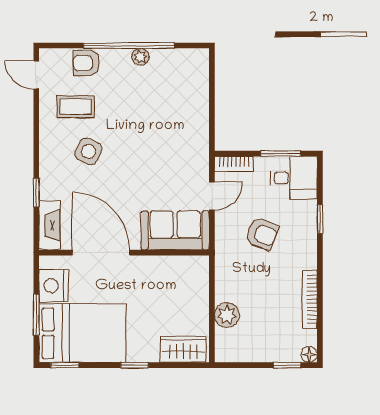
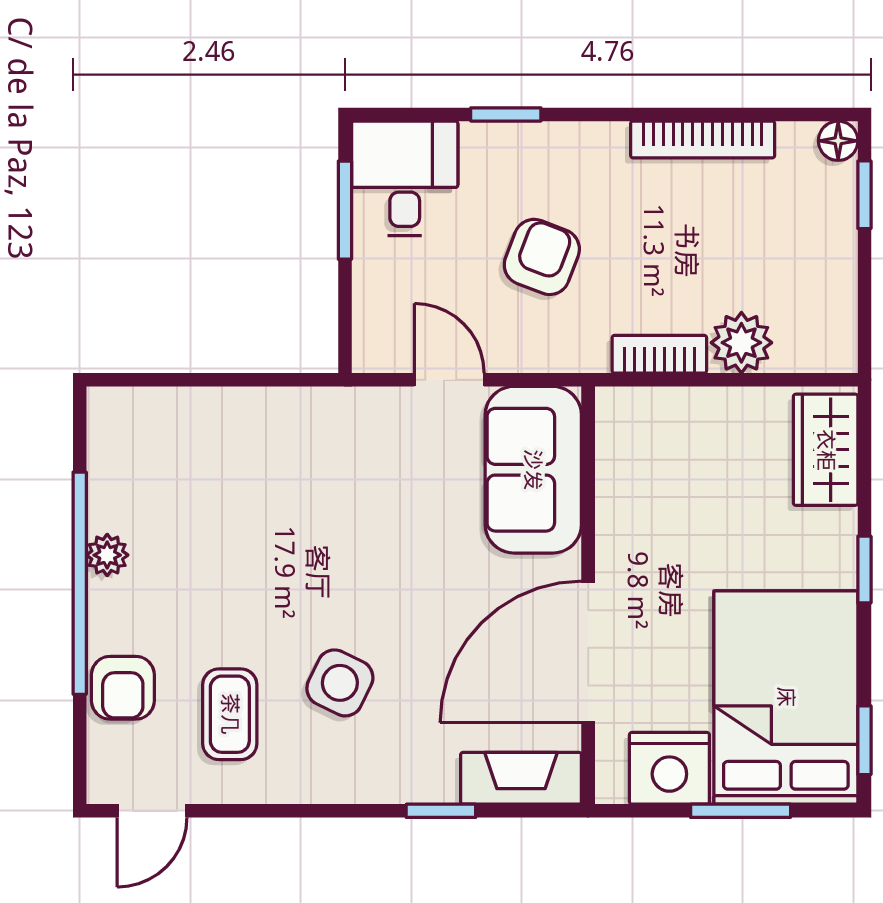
bookcase: (234, 164) -> (659, 354), moved, turned -90

